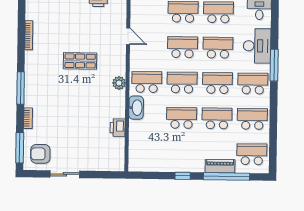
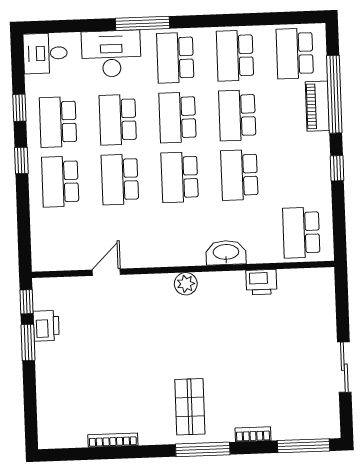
shop shelf: (80, 61) -> (190, 407), moved
school desk: (147, 82) -> (301, 233), moved
armchair: (40, 154) -> (312, 410), removed

